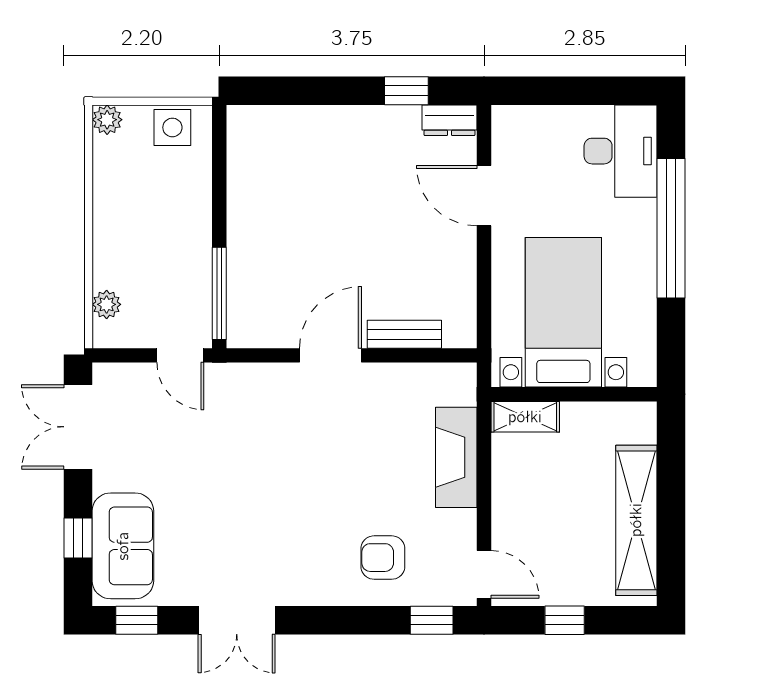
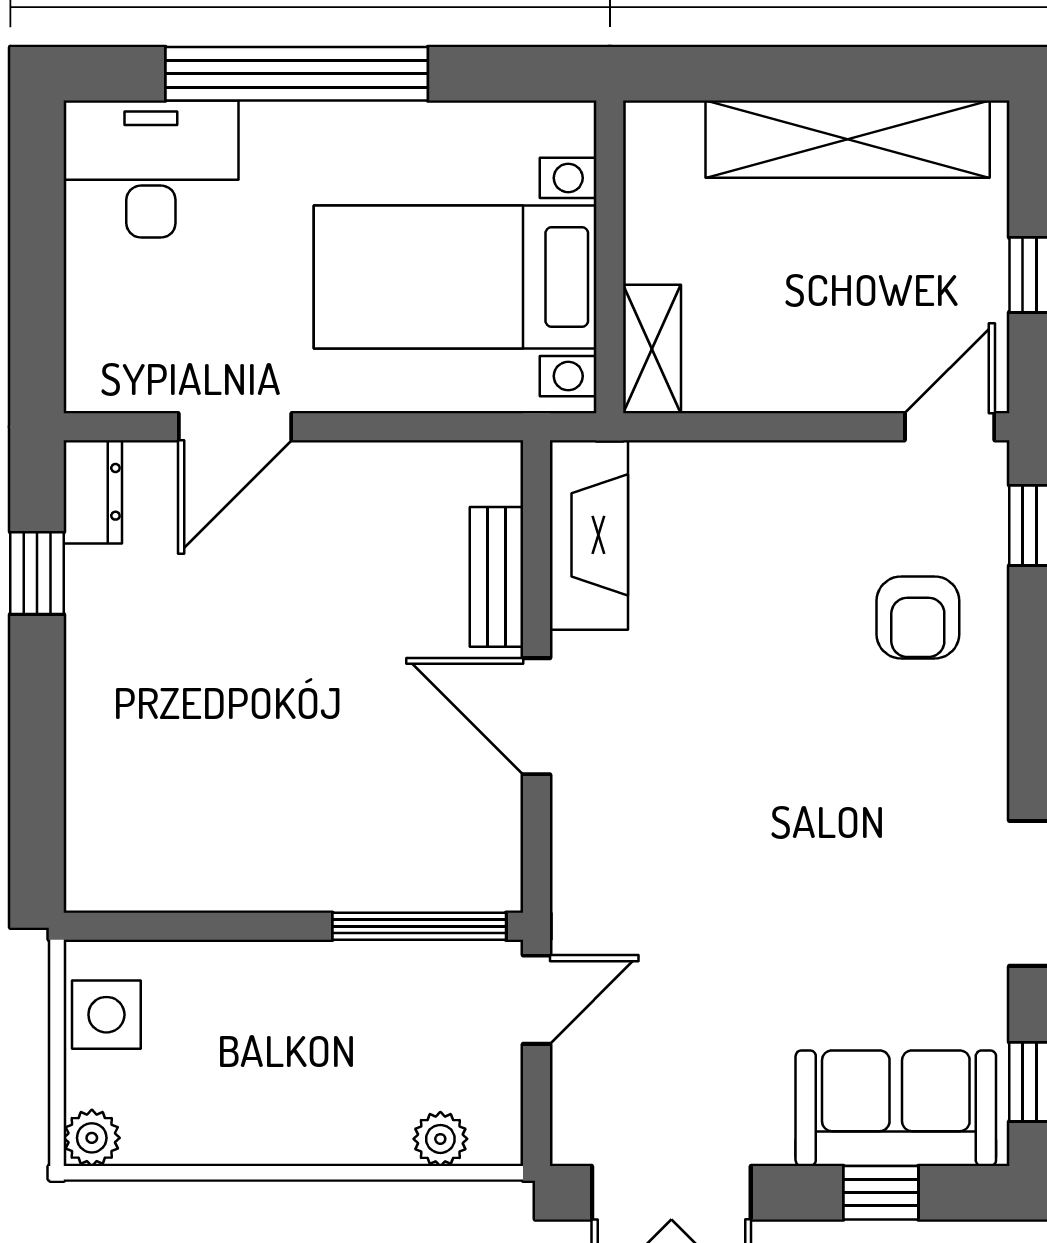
fireplace: (456, 457) -> (589, 535), moved, turned -90

